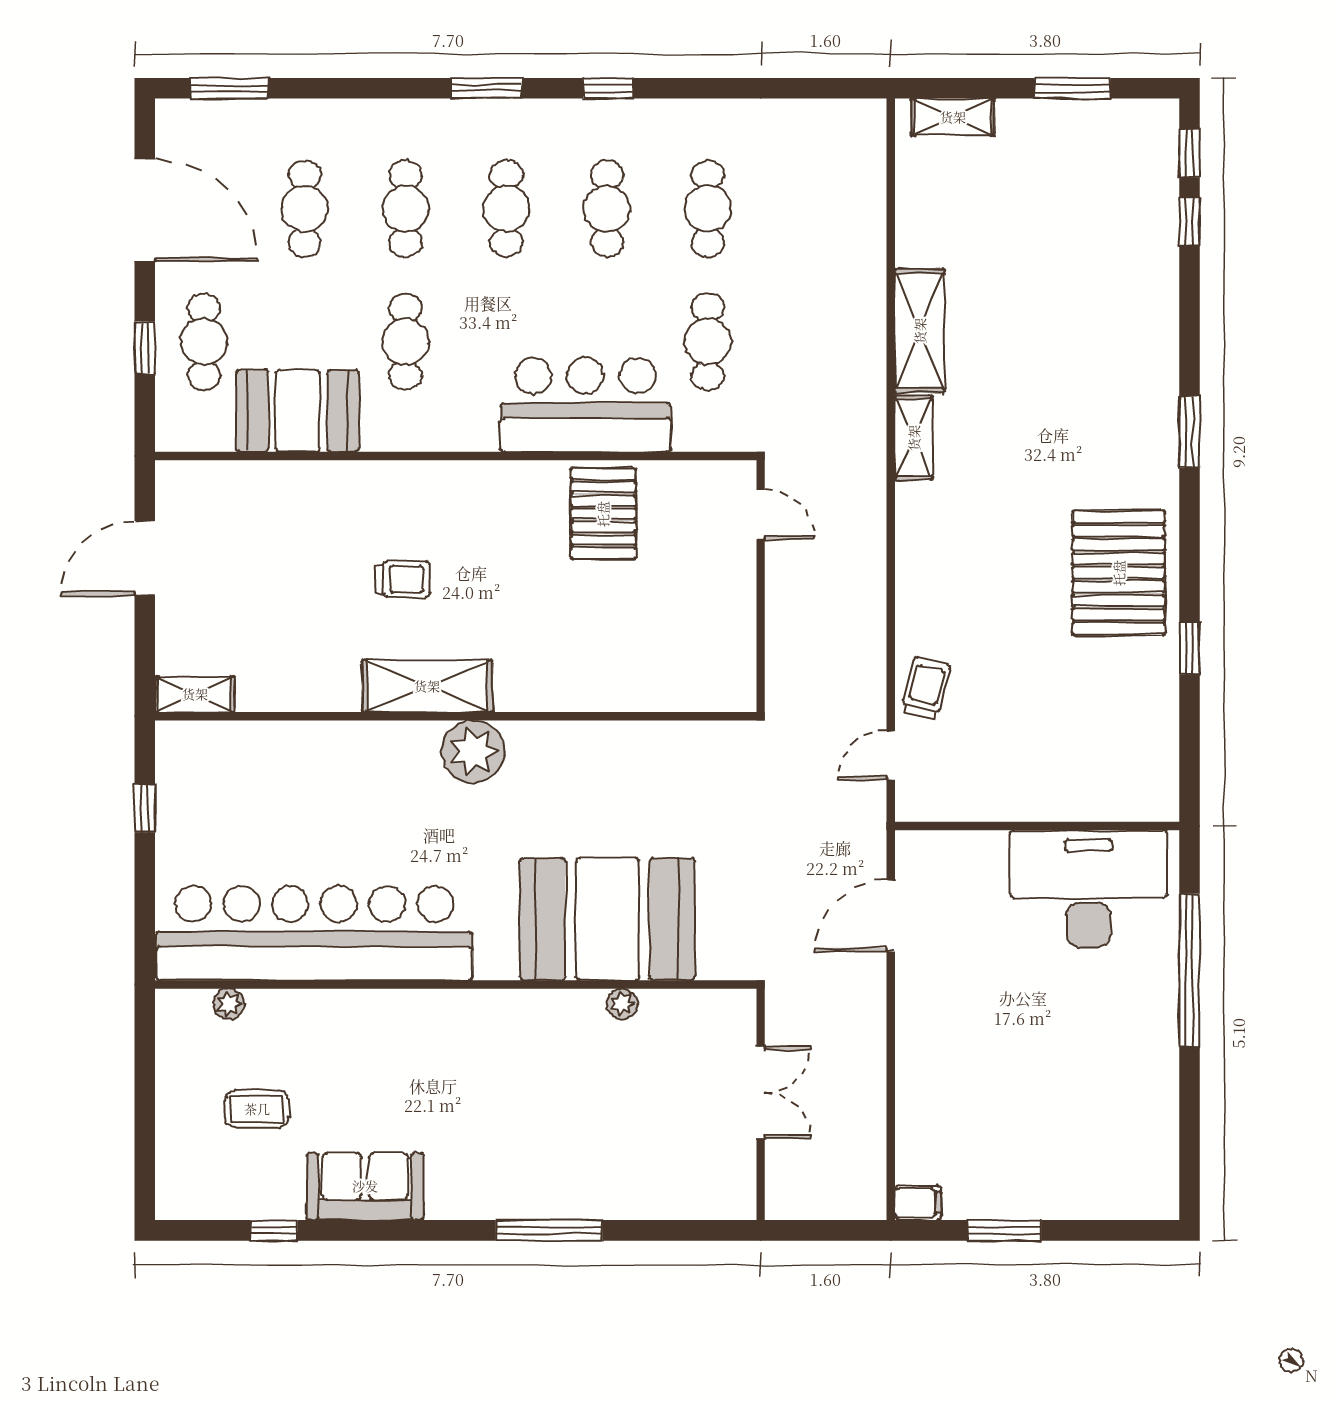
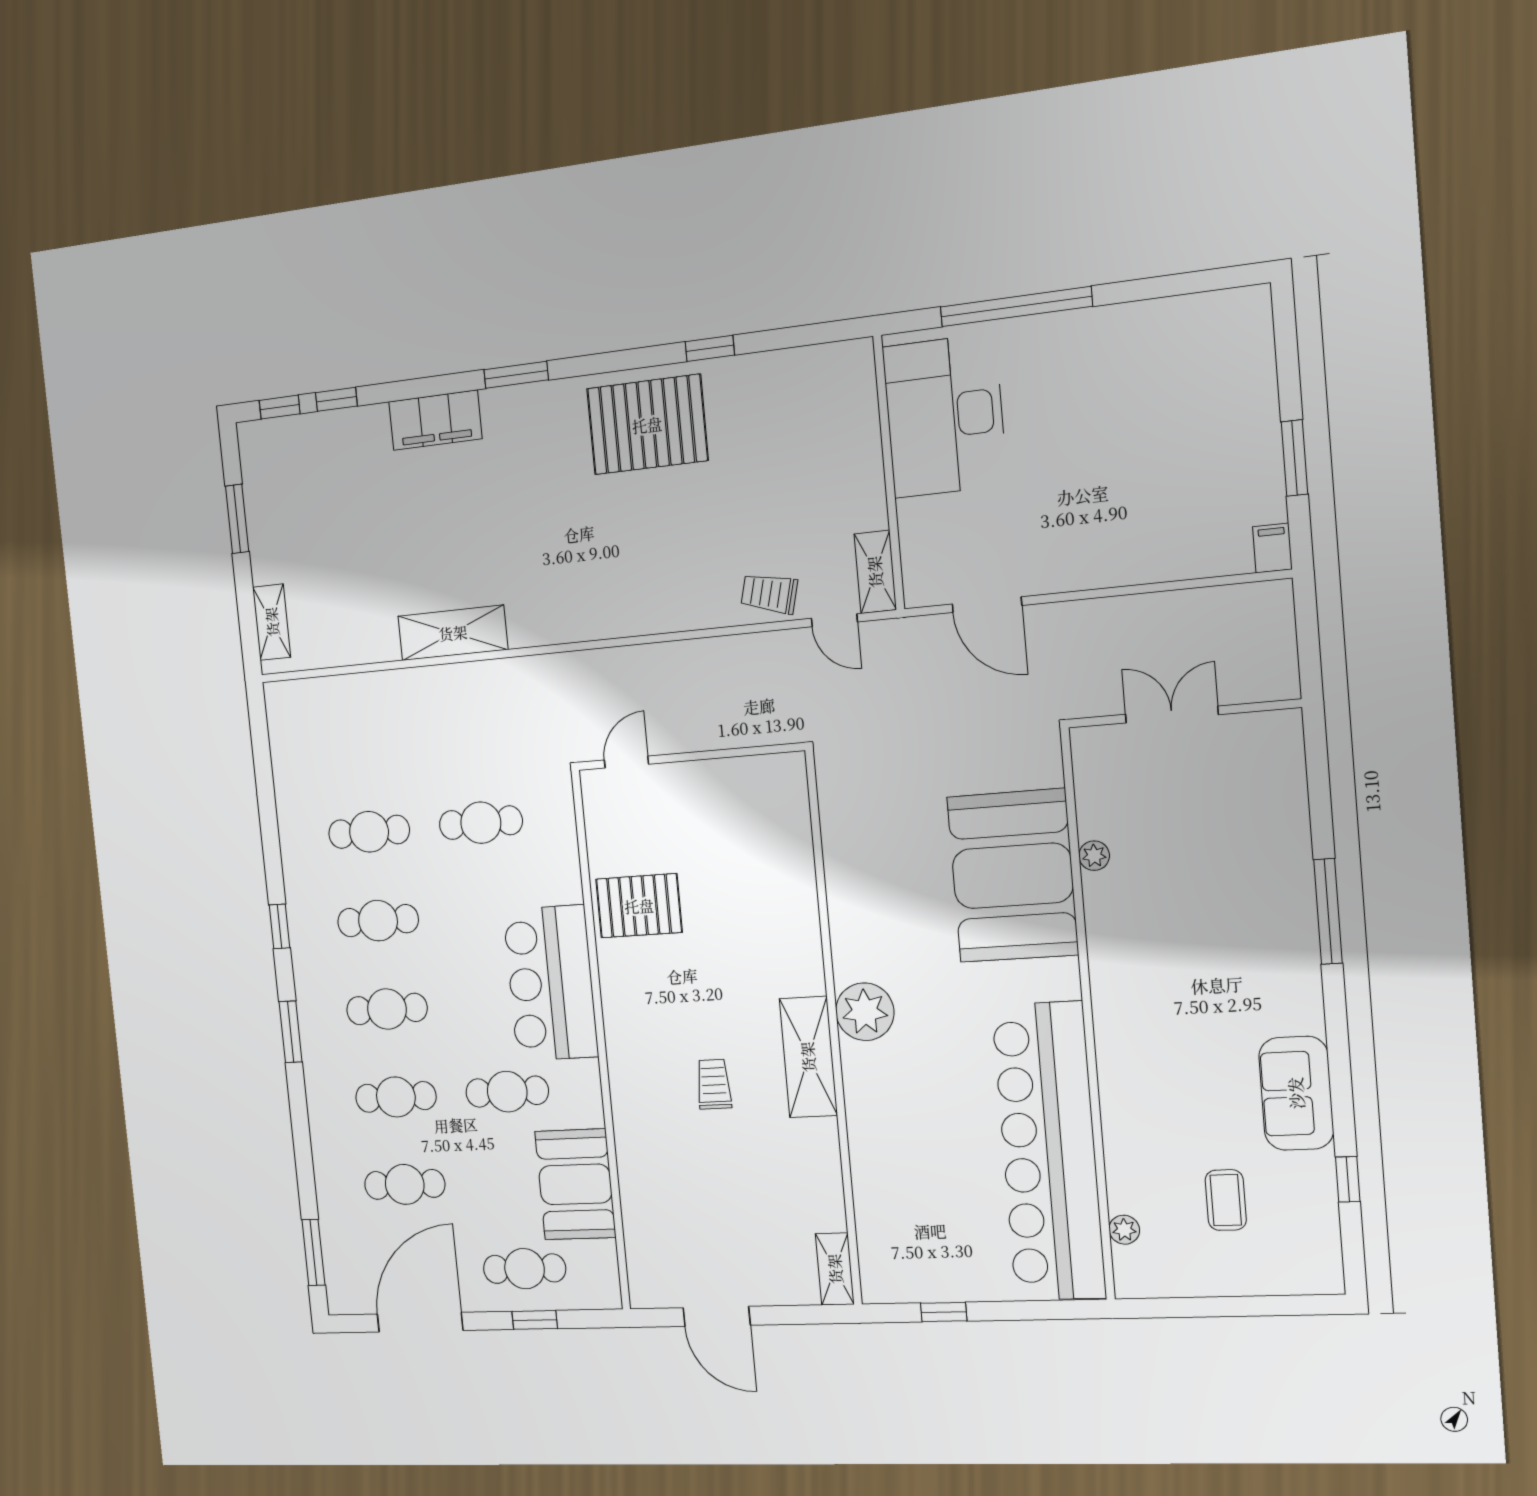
filing cabinet: (1153, 335) -> (435, 420), added
bar counter: (585, 405) -> (551, 983), moved
shelving: (914, 438) -> (875, 572), moved, turned 90

